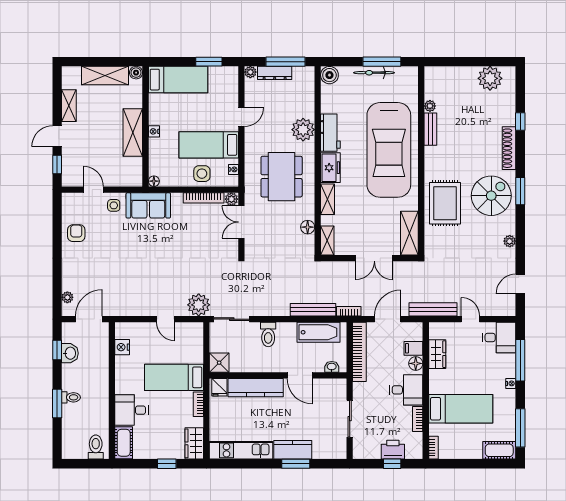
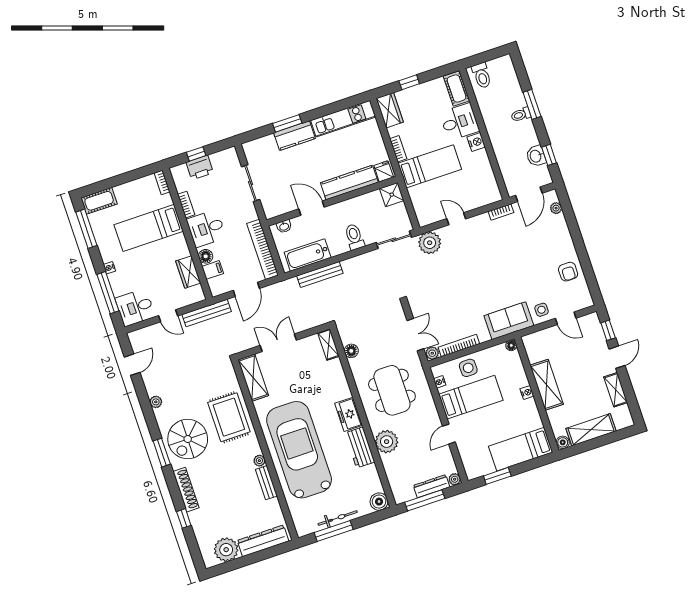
dresser: (452, 75) -> (263, 541), added
plant: (430, 106) -> (259, 461), moved
shelving: (328, 199) -> (341, 384), removed
bookcase: (349, 311) -> (501, 212), moved
nightstand: (122, 347) -> (476, 142), moved

